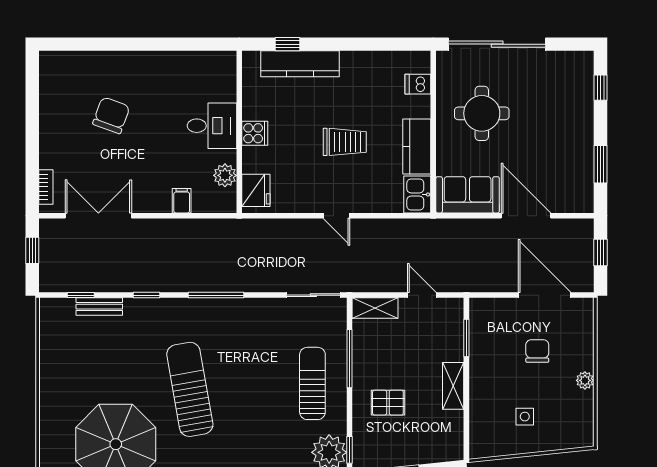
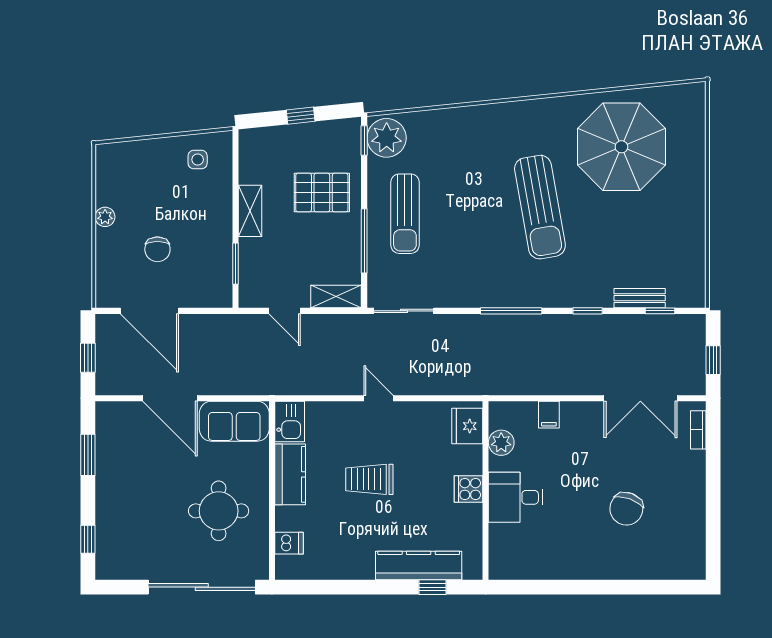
pallet: (388, 403) -> (322, 193), width x1.50, depth x1.42
side table: (525, 417) -> (198, 160), moved

